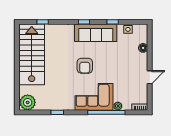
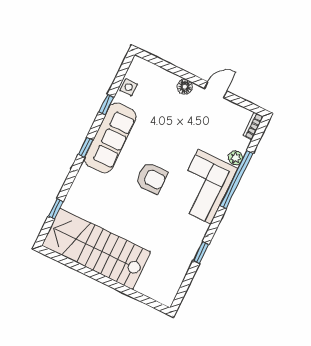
floor lamp: (143, 48) -> (185, 87), moved
door: (150, 77) -> (216, 90), hinge flipped
plant: (28, 102) -> (165, 290), removed

